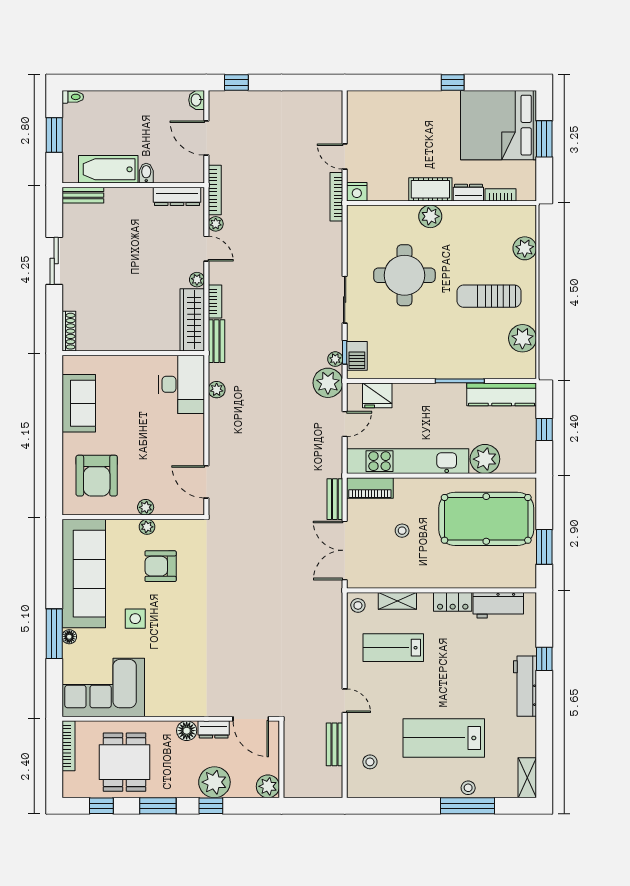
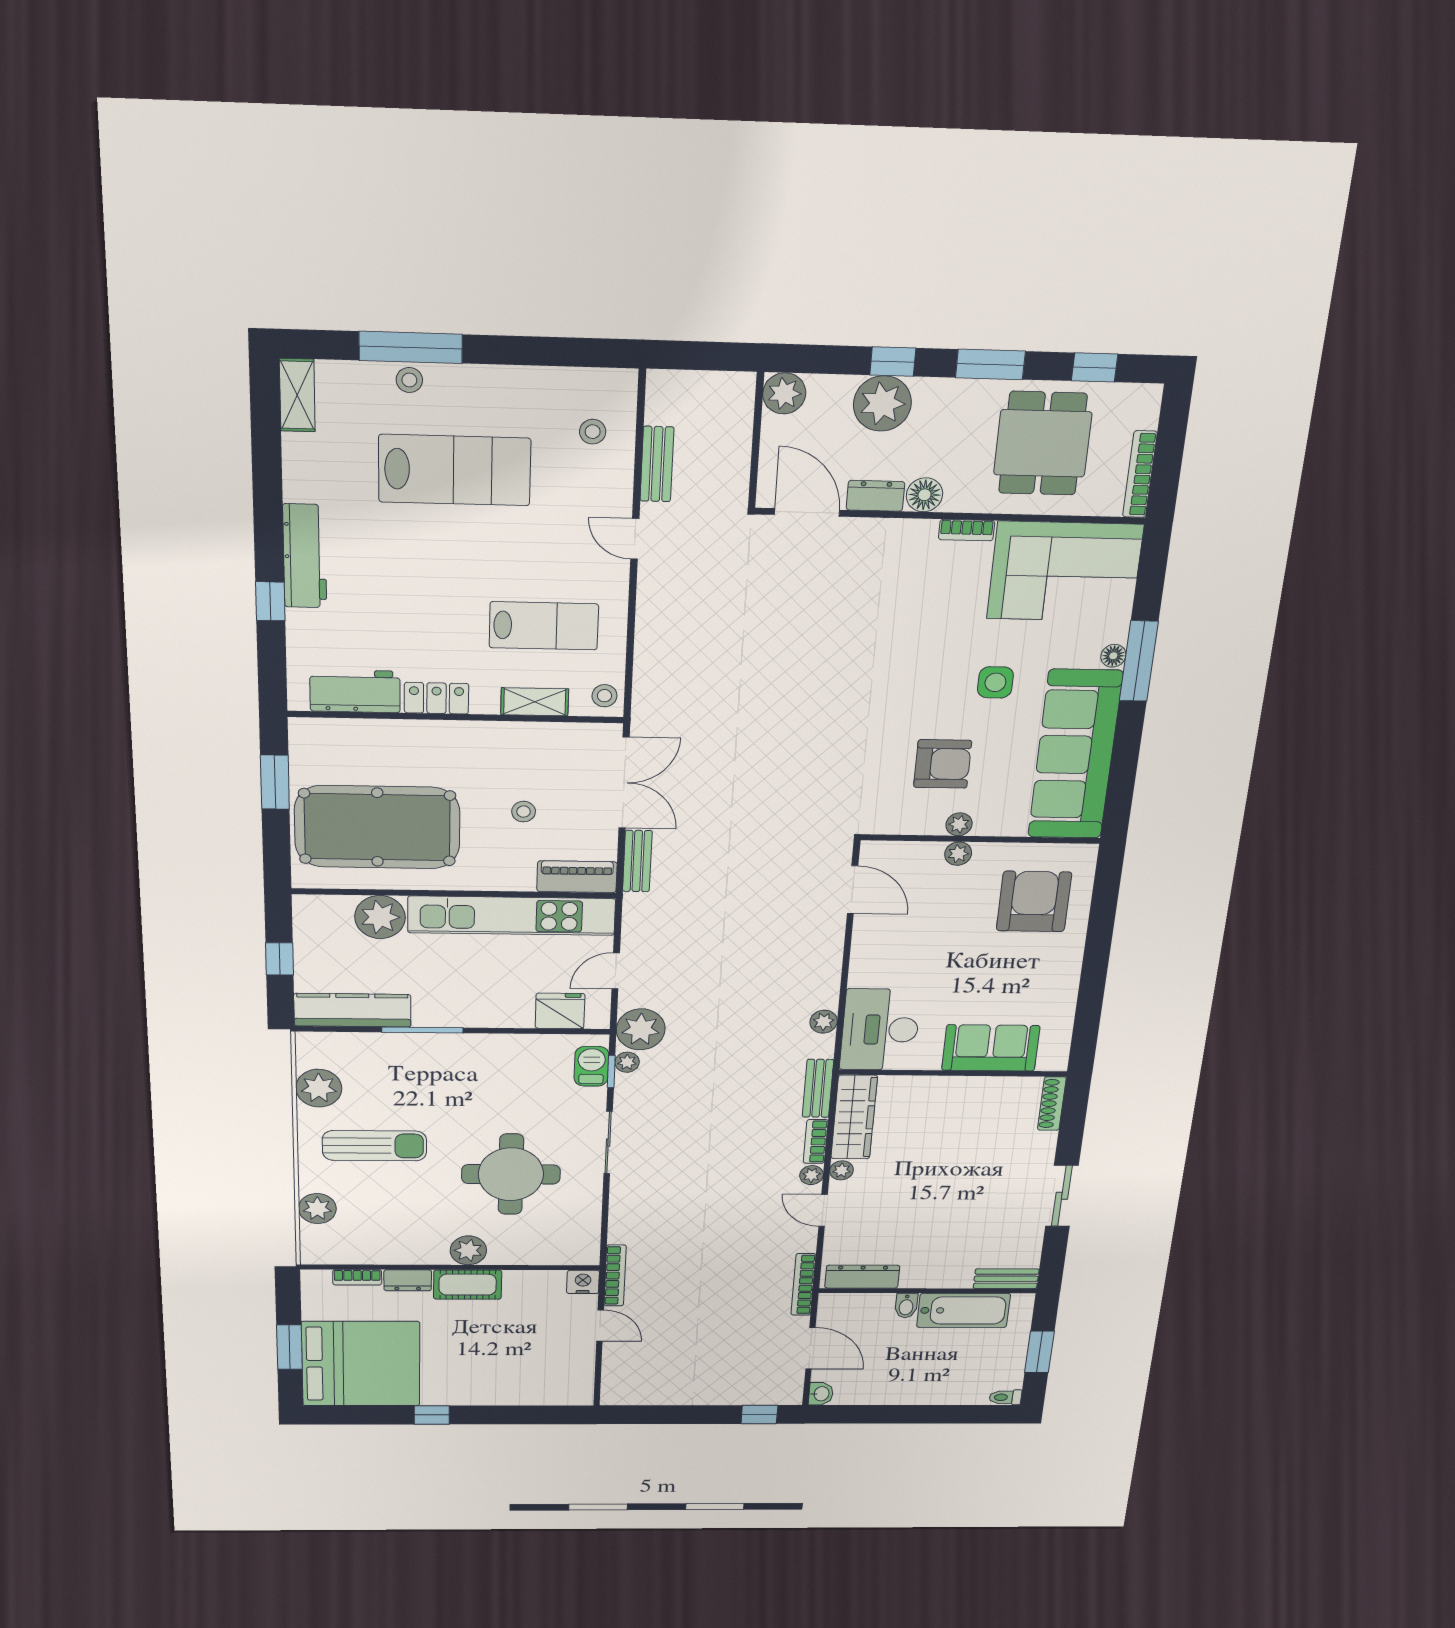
plant: (216, 224) -> (812, 1175), moved
sofa: (79, 403) -> (991, 1048), moved, turned 90
bookcase: (161, 711) -> (967, 530), added

